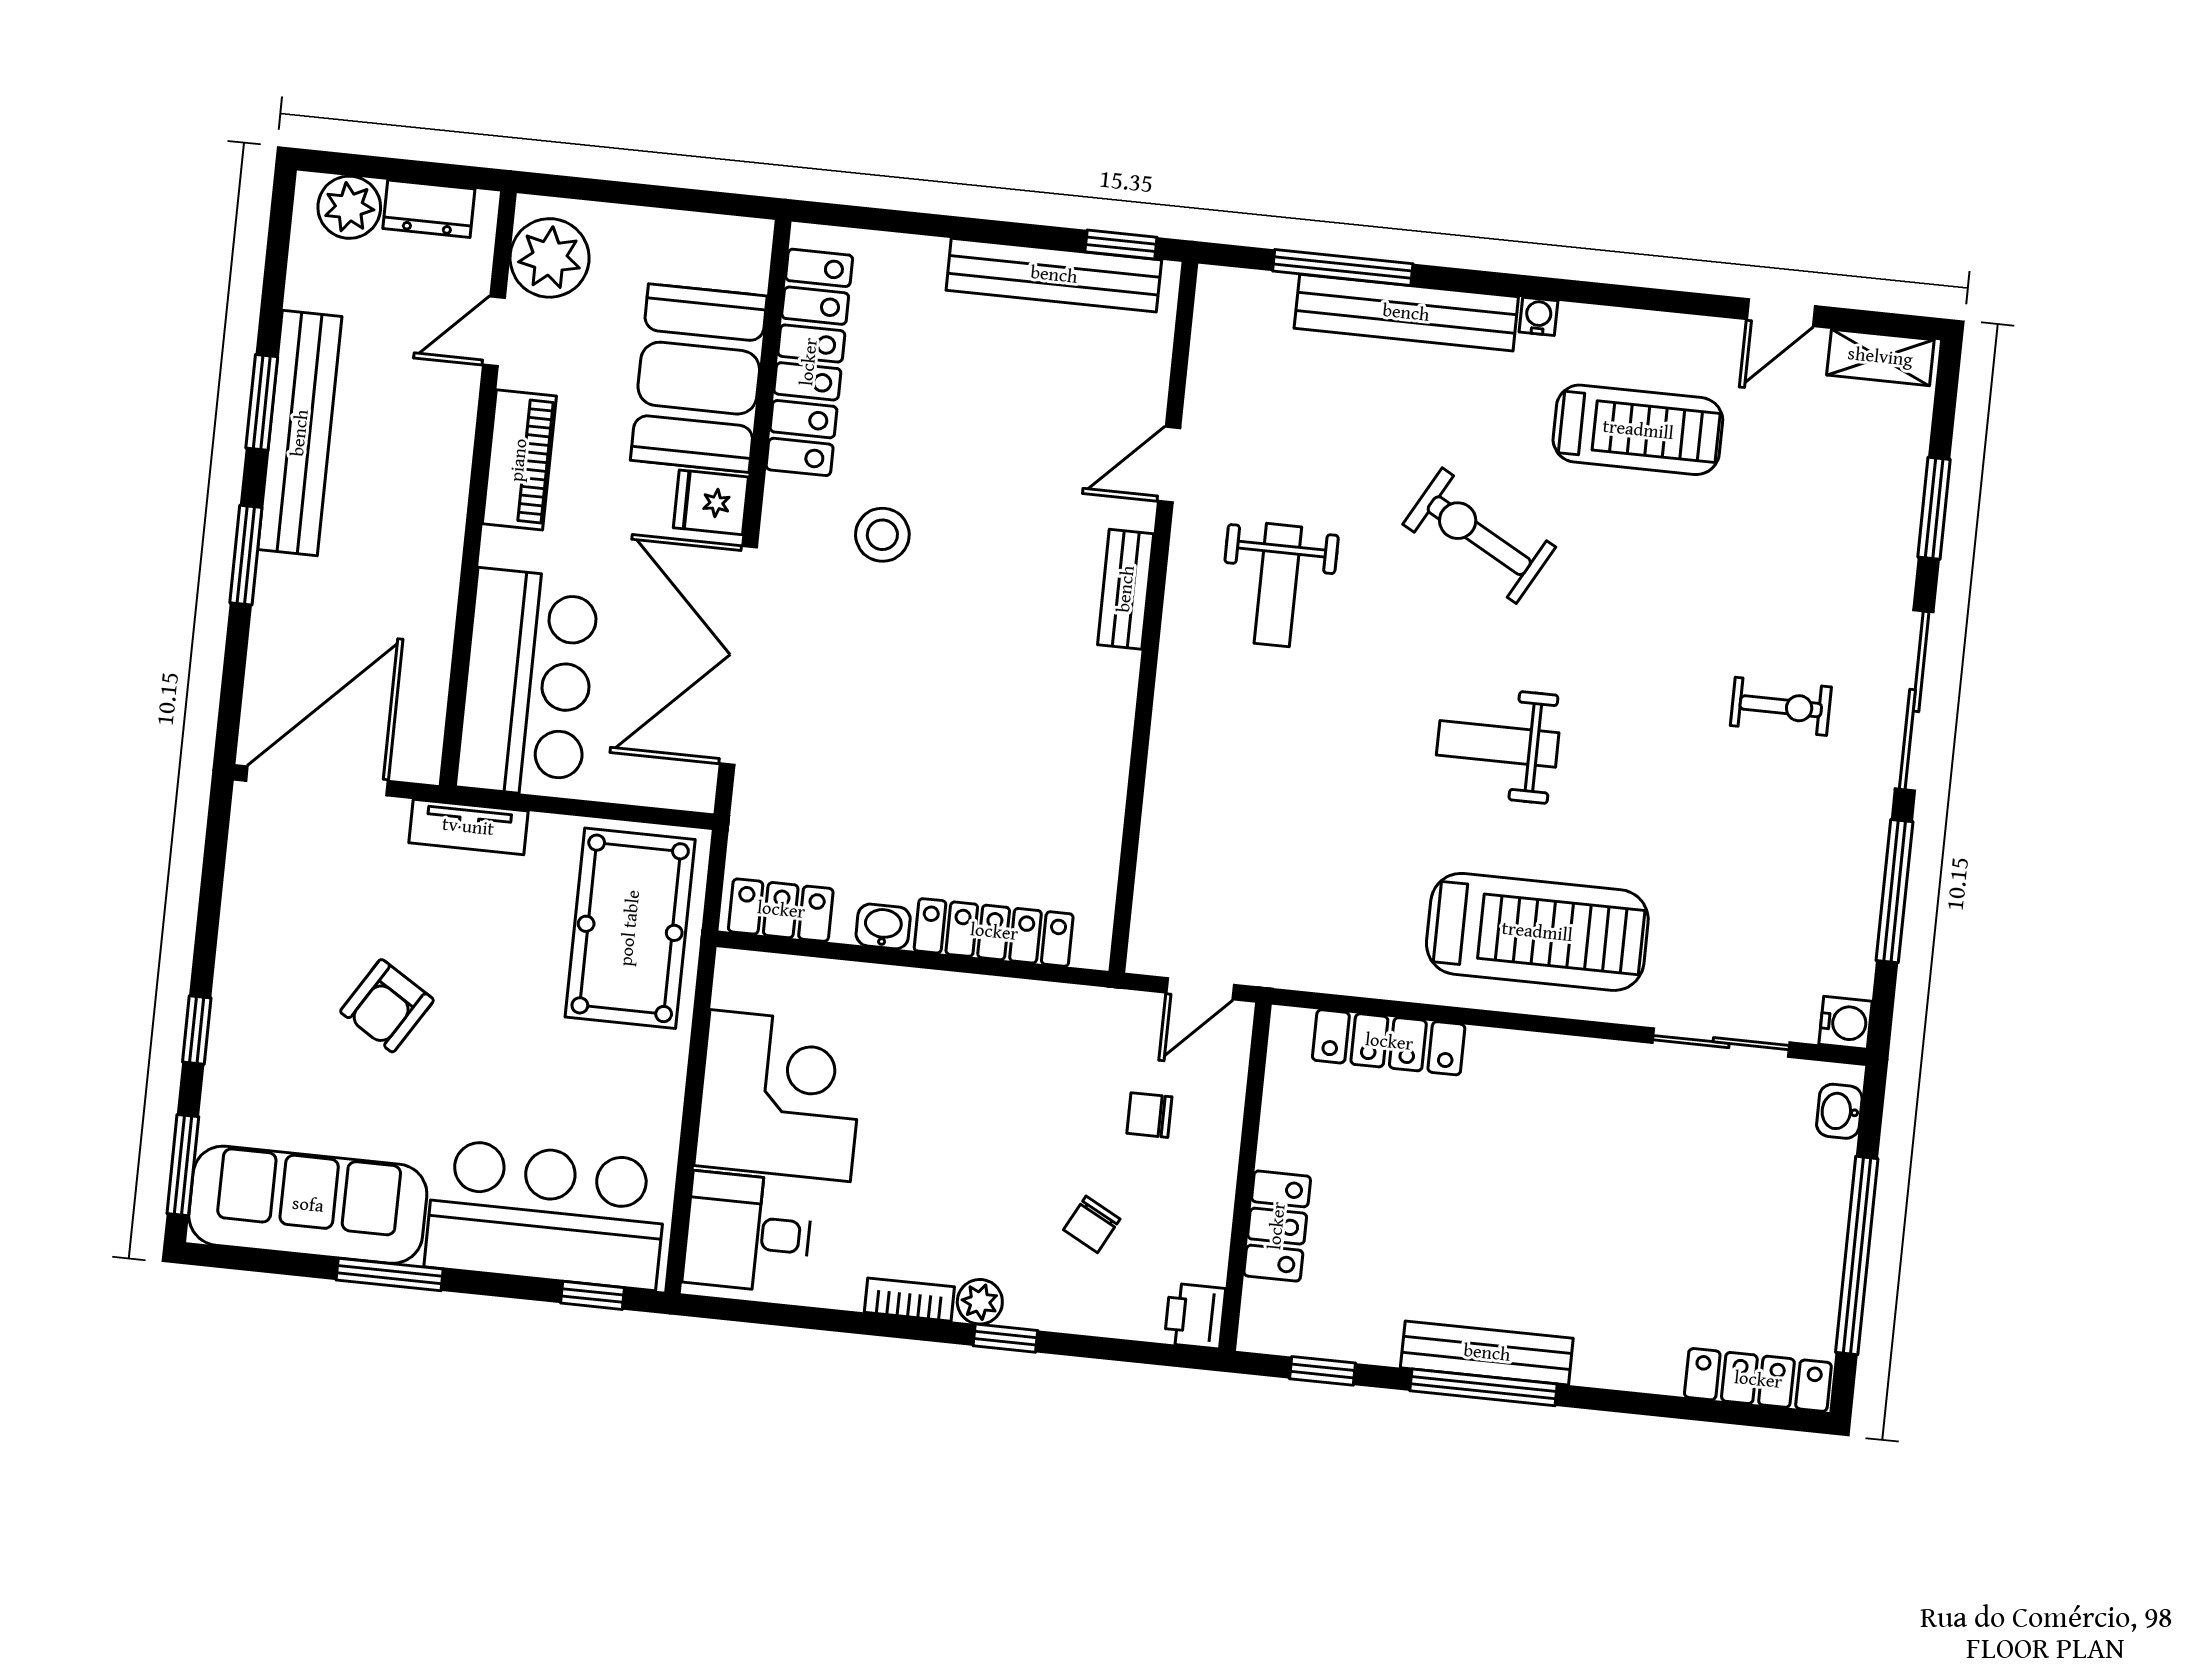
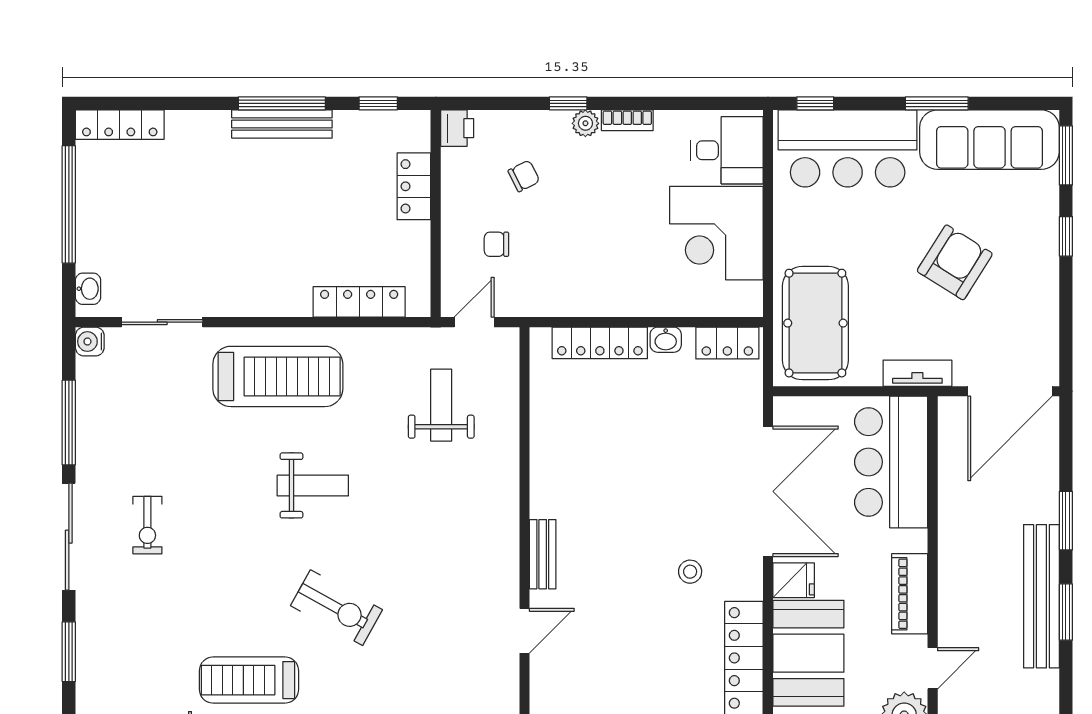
stool: (882, 535) -> (690, 572), width x0.73, depth x0.73
weight bench: (1278, 585) -> (441, 405), moved
exercise bike: (1781, 706) -> (147, 525), turned -90
treadmill: (1537, 932) -> (278, 376), turned 180
armchair: (387, 1006) -> (955, 262), width x1.38, depth x1.38
chair: (1149, 1115) -> (496, 244), turned 180
chair: (1092, 1224) -> (524, 176), turned 35

